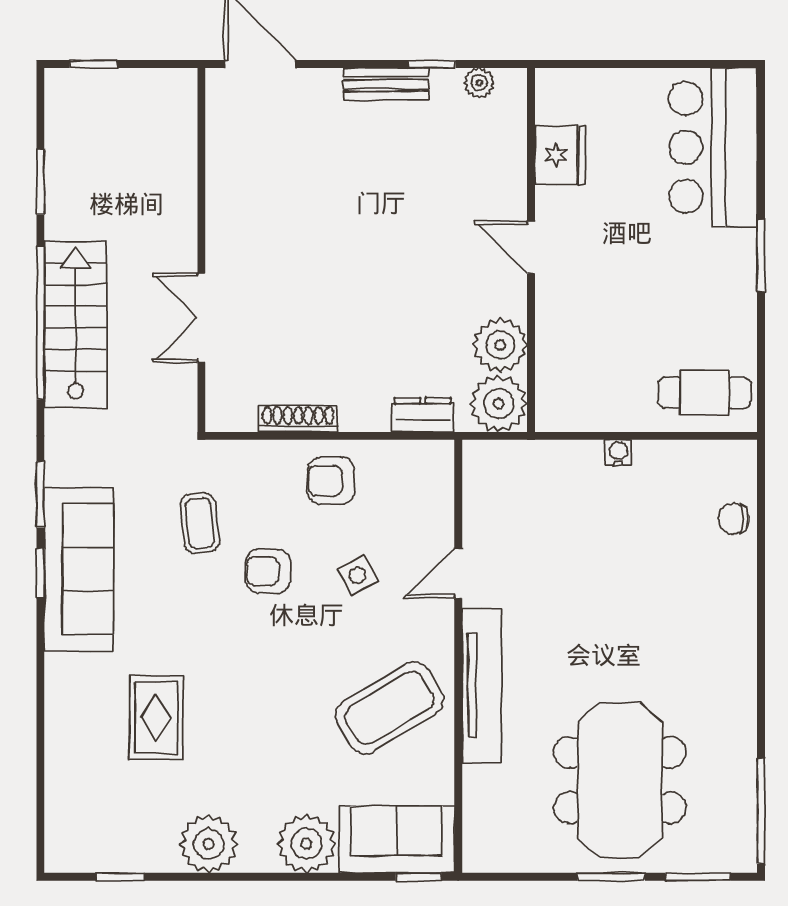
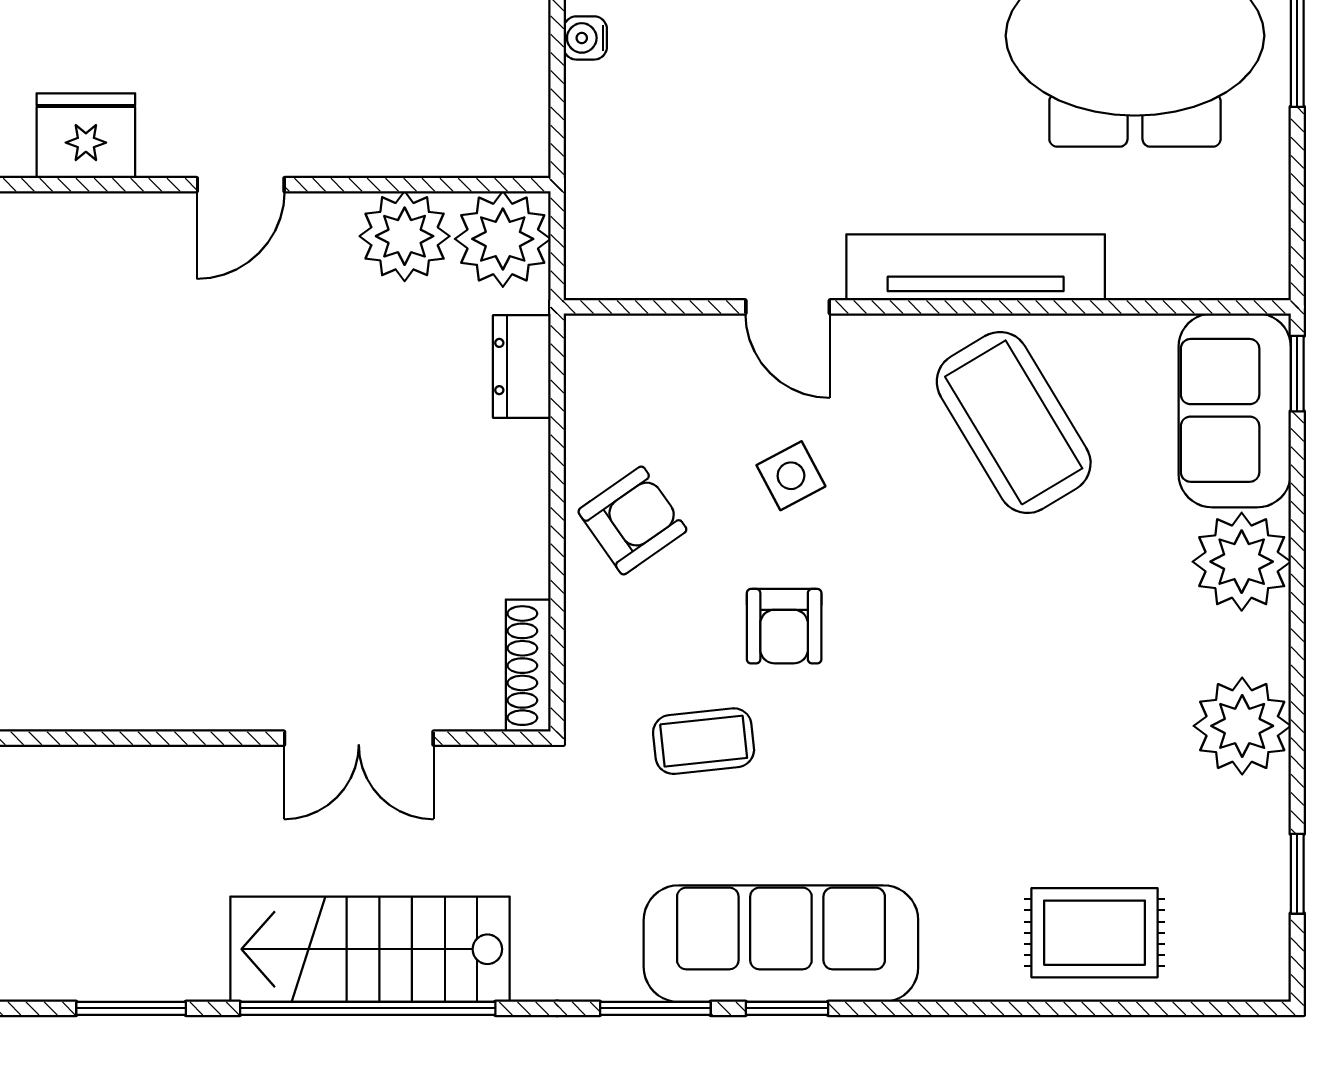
shoe rack: (298, 419) -> (528, 666), moved
armchair: (331, 481) -> (632, 520), turned -125
rug: (156, 718) -> (1095, 933), moved

